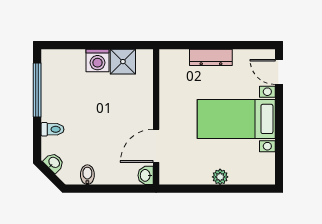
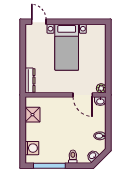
dresser: (211, 57) -> (30, 81), moved
washing machine: (98, 60) -> (32, 148), moved
door: (279, 72) -> (39, 22), swing flipped
plant: (220, 177) -> (101, 88), moved

